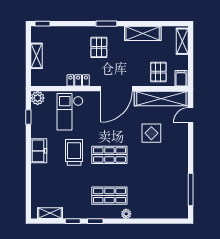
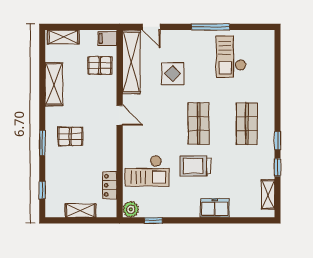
window: (42, 24) -> (42, 190), moved
window: (106, 24) -> (42, 143), moved
locker: (78, 80) -> (110, 185), moved
door: (117, 89) -> (120, 115), width x0.53
freezer: (39, 151) -> (215, 208), moved
checkout: (166, 182) -> (231, 56), added
window: (191, 189) -> (211, 27), moved
plant: (126, 214) -> (269, 104), removed

